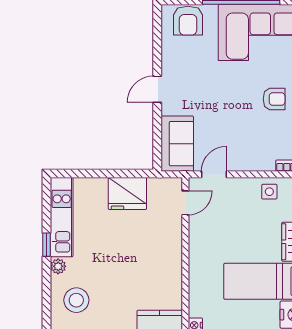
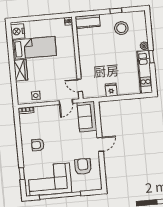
armchair: (188, 21) -> (83, 167), moved
fridge: (127, 193) -> (111, 90), width x0.53, depth x0.75
door: (185, 203) -> (80, 85), hinge flipped
stool: (76, 300) -> (121, 28), moved

